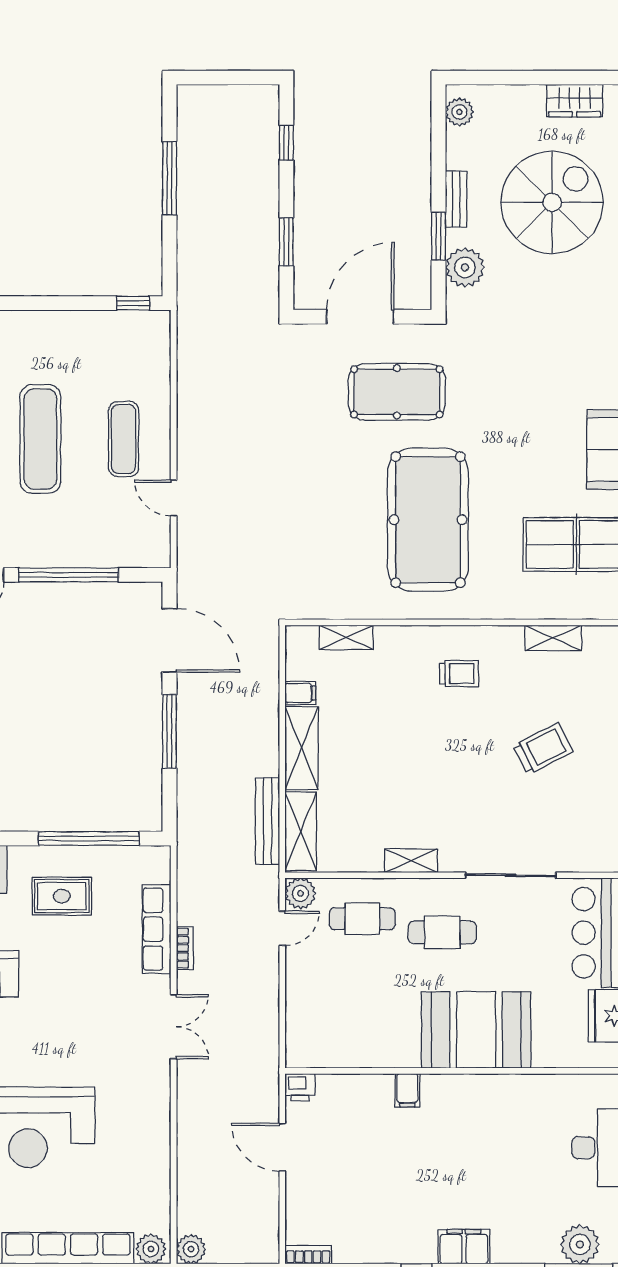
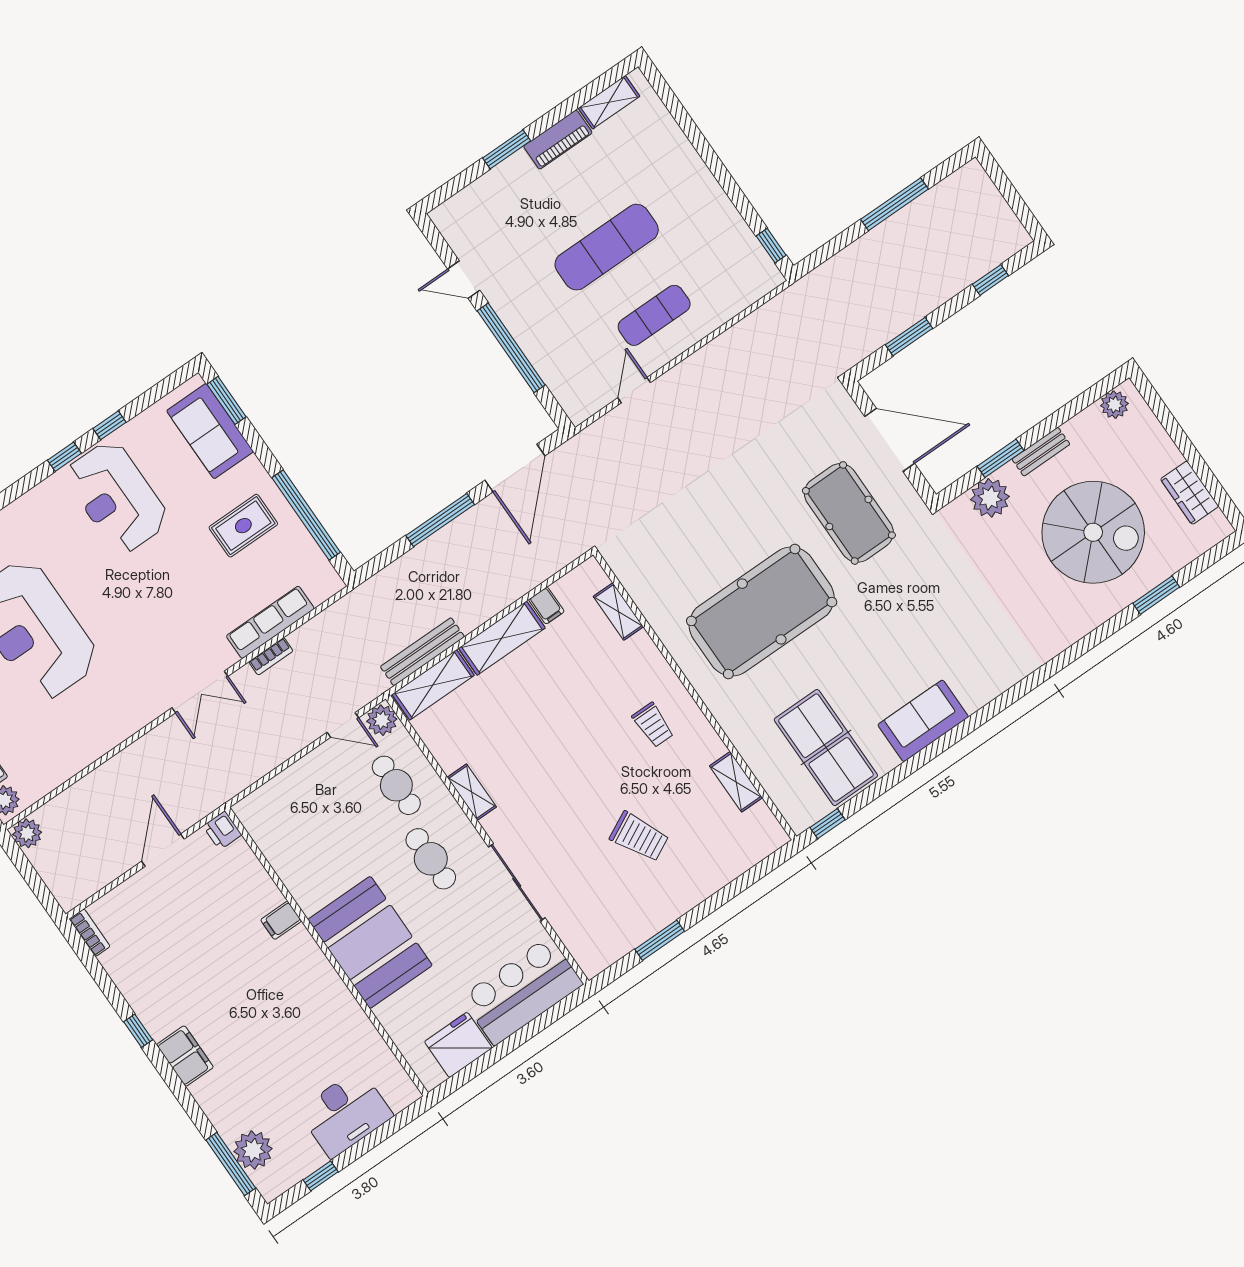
rug: (62, 896) -> (243, 526), turned 90

